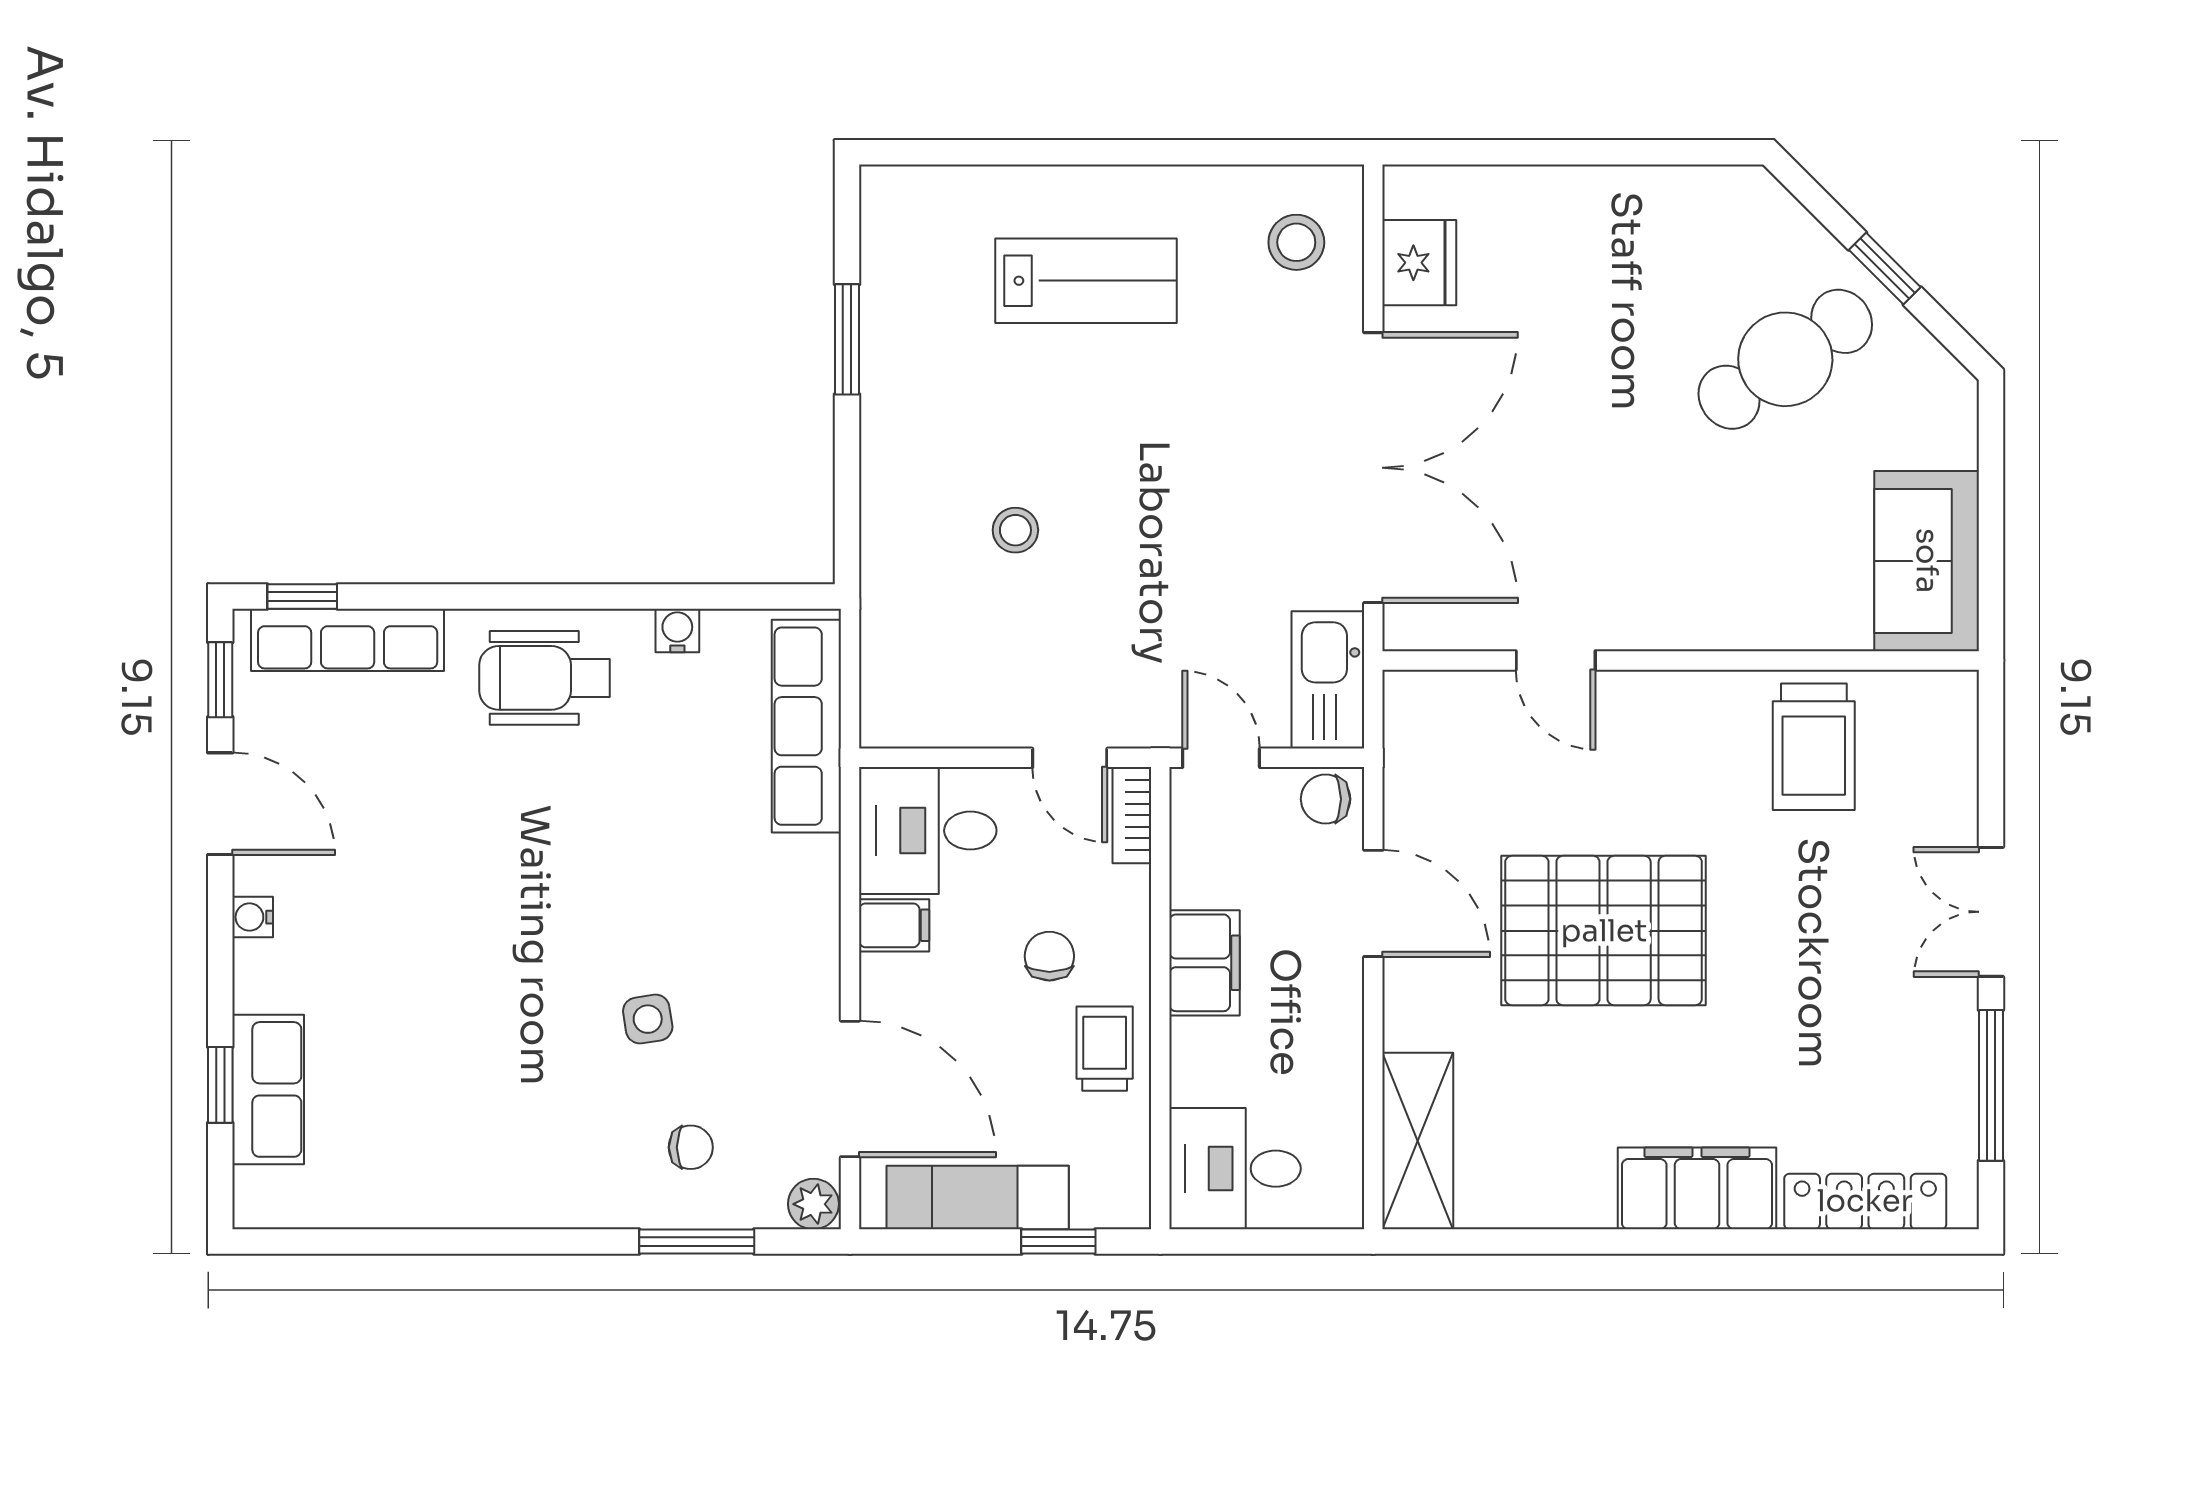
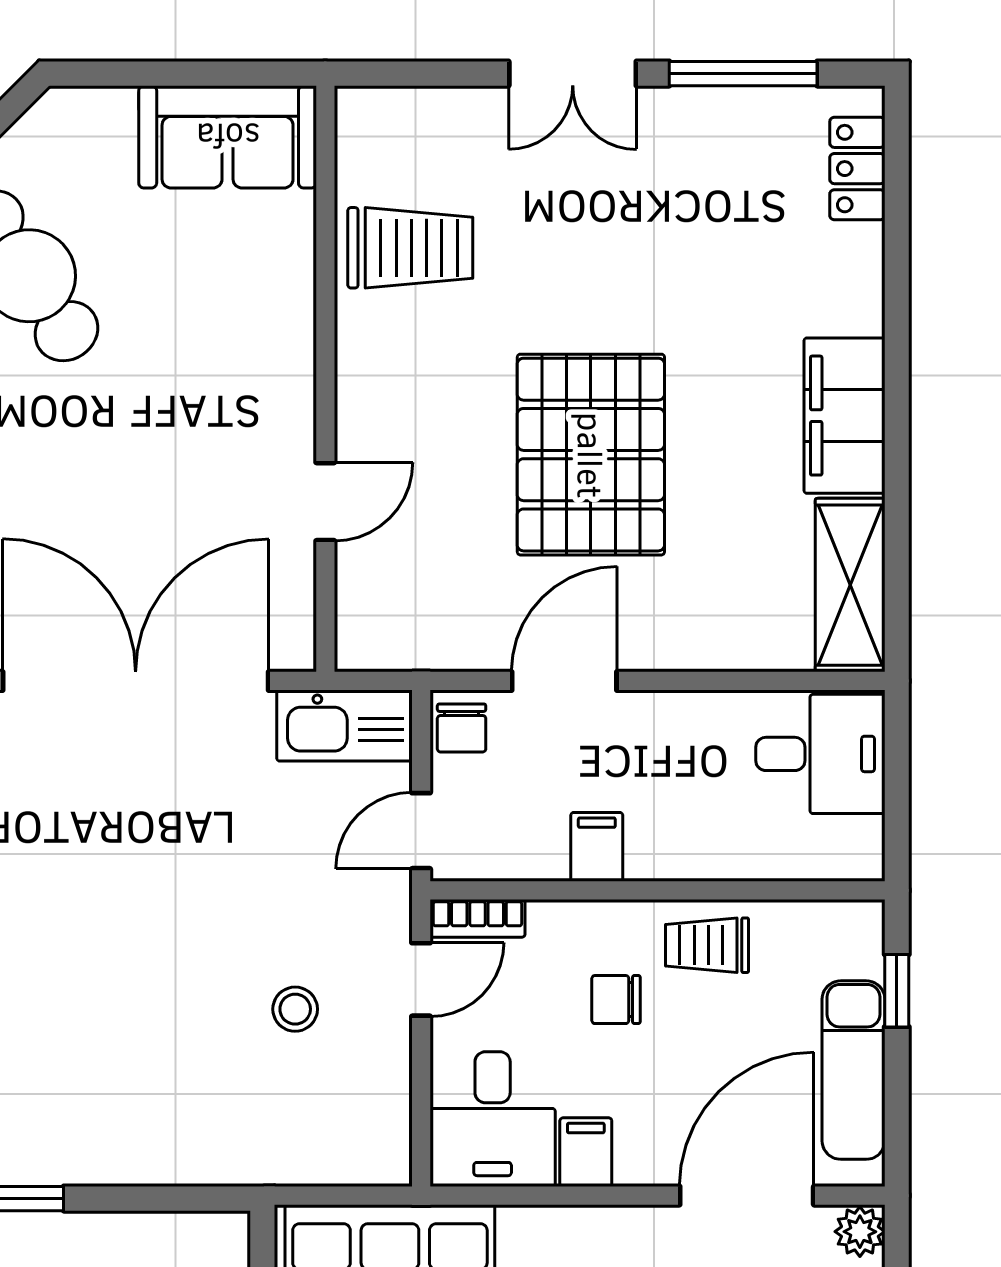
stool: (1015, 530) -> (295, 1009), moved
filing cabinet: (1205, 963) -> (597, 847), width x0.50
shelving: (1418, 1141) -> (850, 585), moved, turned 90
desk: (1235, 1169) -> (820, 754), moved, turned -90
filing cabinet: (1697, 1188) -> (844, 416), moved
locker: (1865, 1201) -> (857, 169), width x0.66

